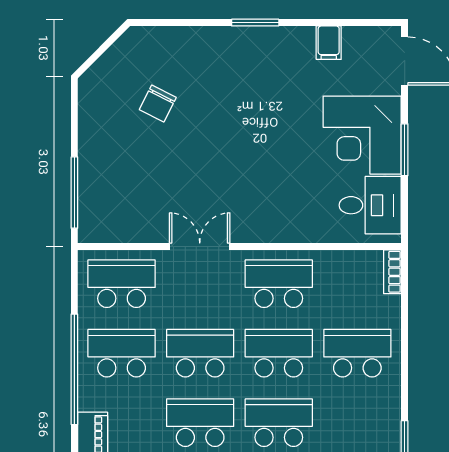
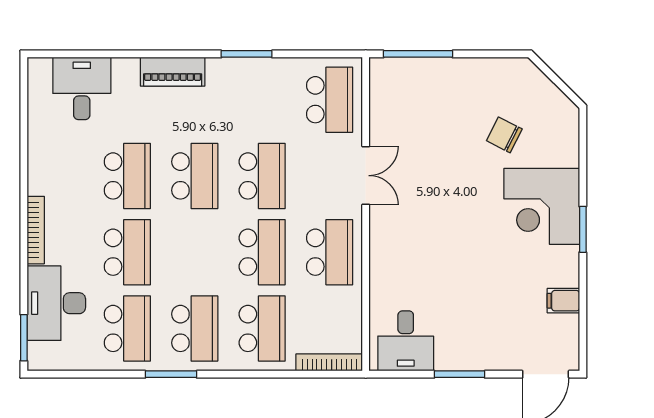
corner desk: (362, 135) -> (542, 206), moved, turned -90
bookcase: (392, 272) -> (329, 362), width x1.56
school desk: (122, 353) -> (262, 100), removed
window: (74, 369) -> (247, 54), width x0.47
school desk: (279, 423) -> (195, 328), moved

